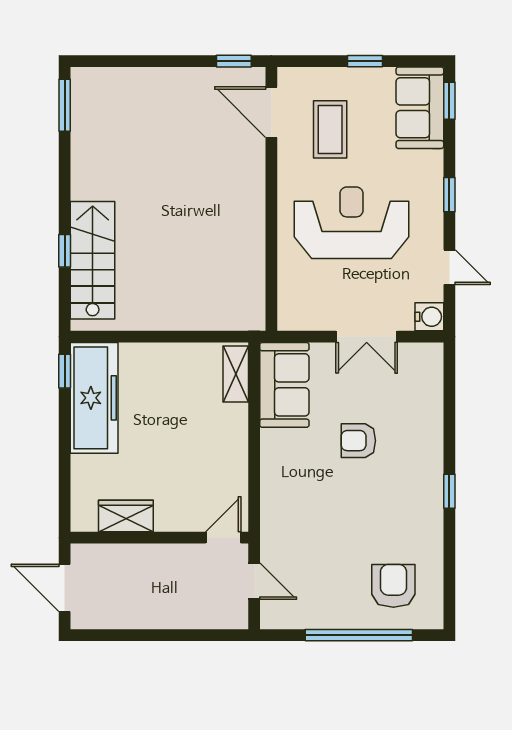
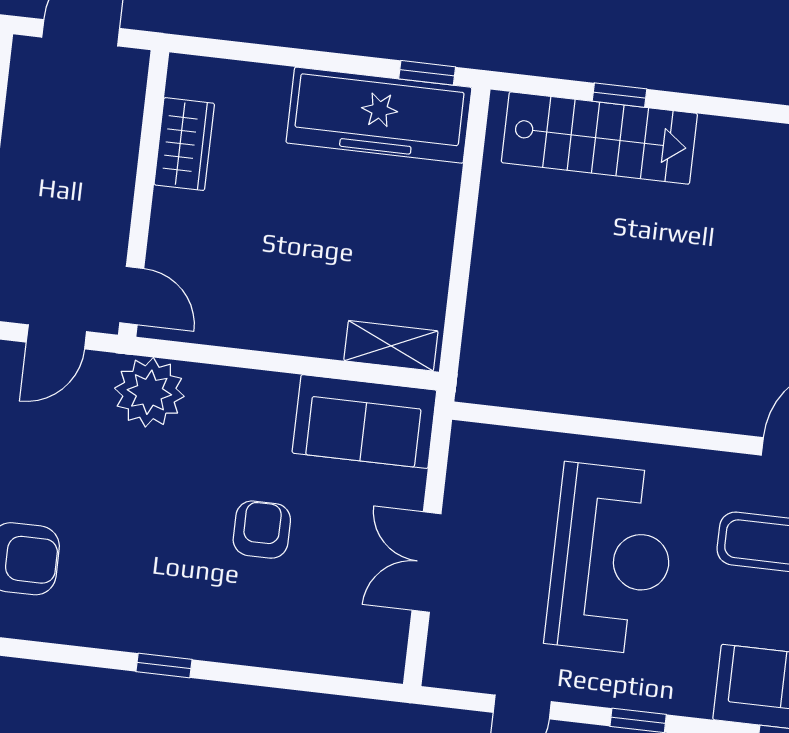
water cooler: (429, 317) -> (447, 666), removed
plant: (282, 520) -> (149, 392), added

